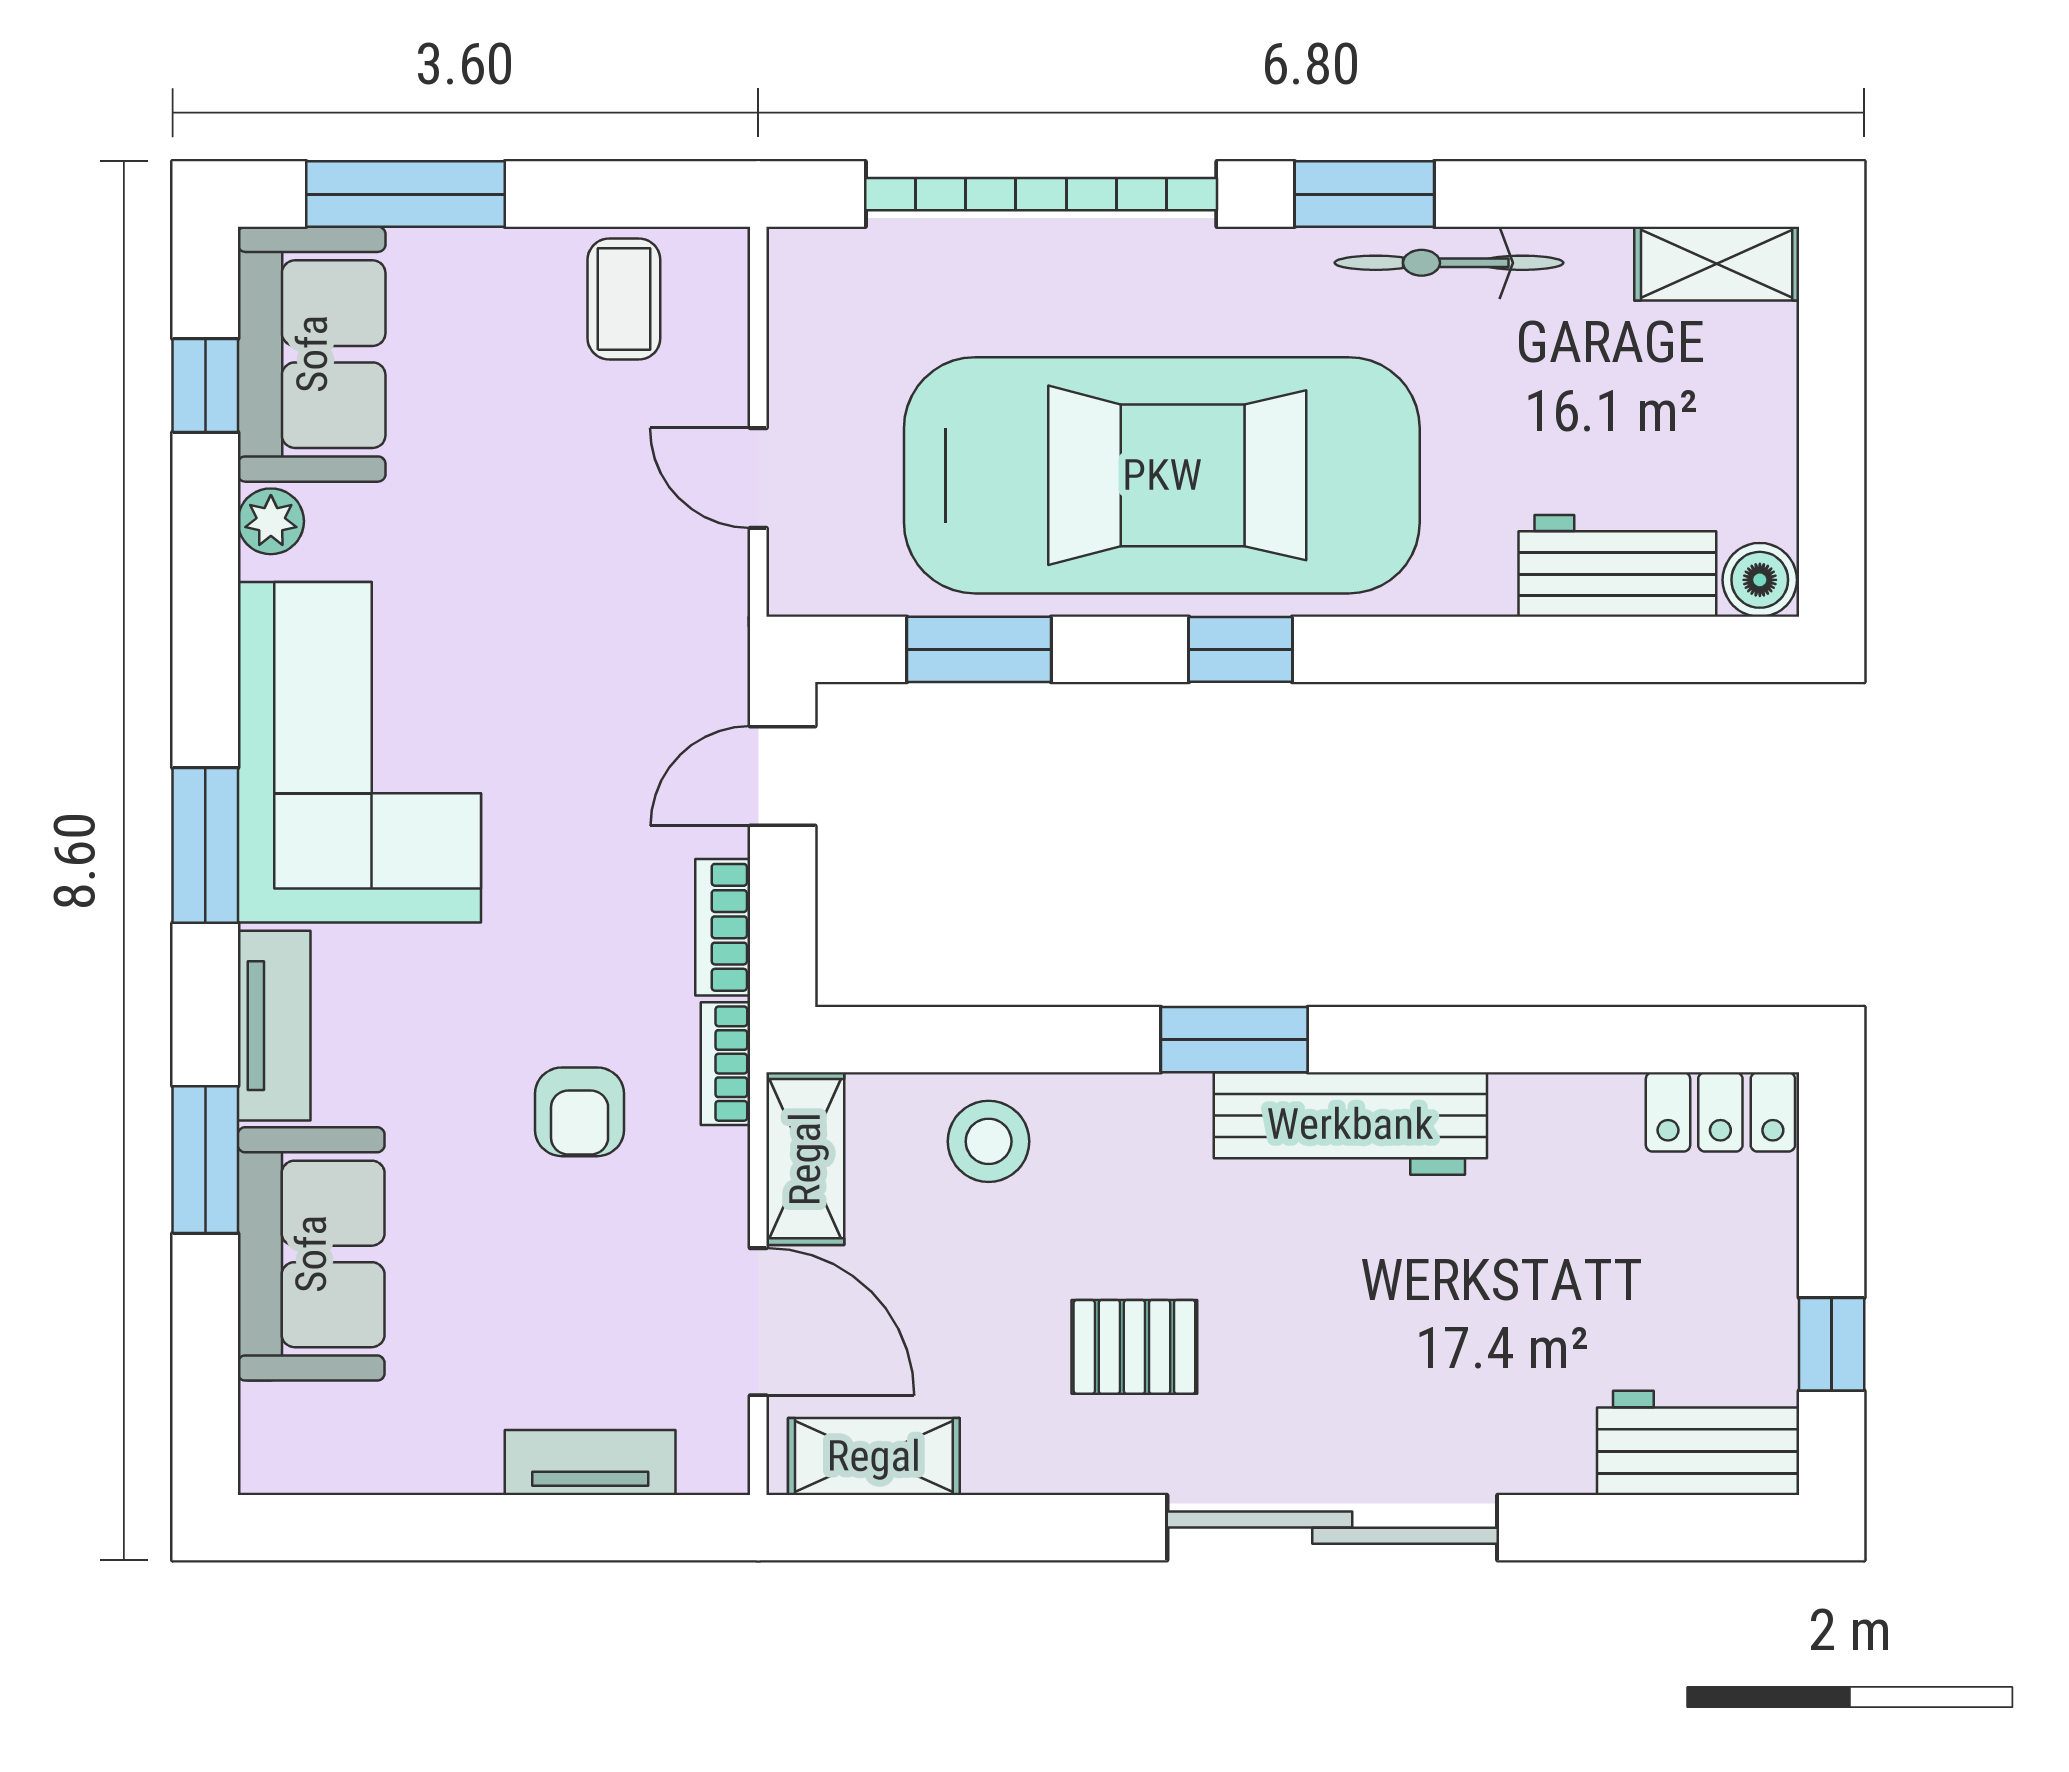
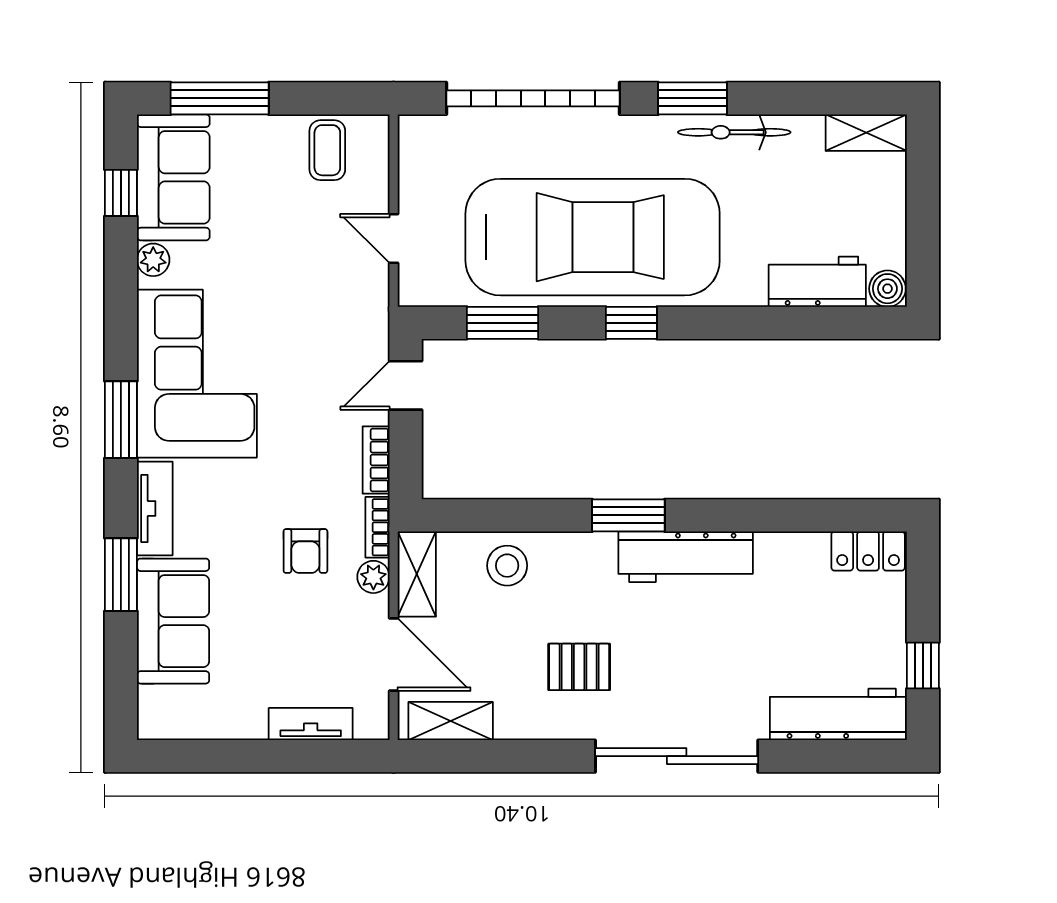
plant: (717, 1164) -> (373, 577), added
workbench: (1698, 1443) -> (838, 714), width x1.37

